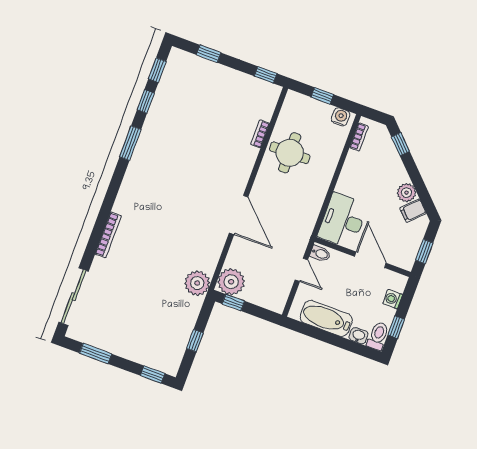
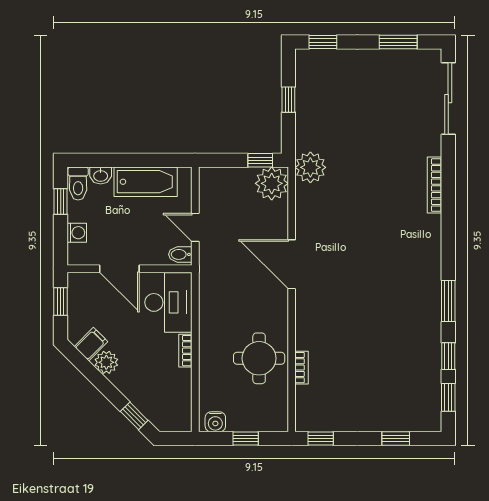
bookcase: (359, 137) -> (185, 351), moved

